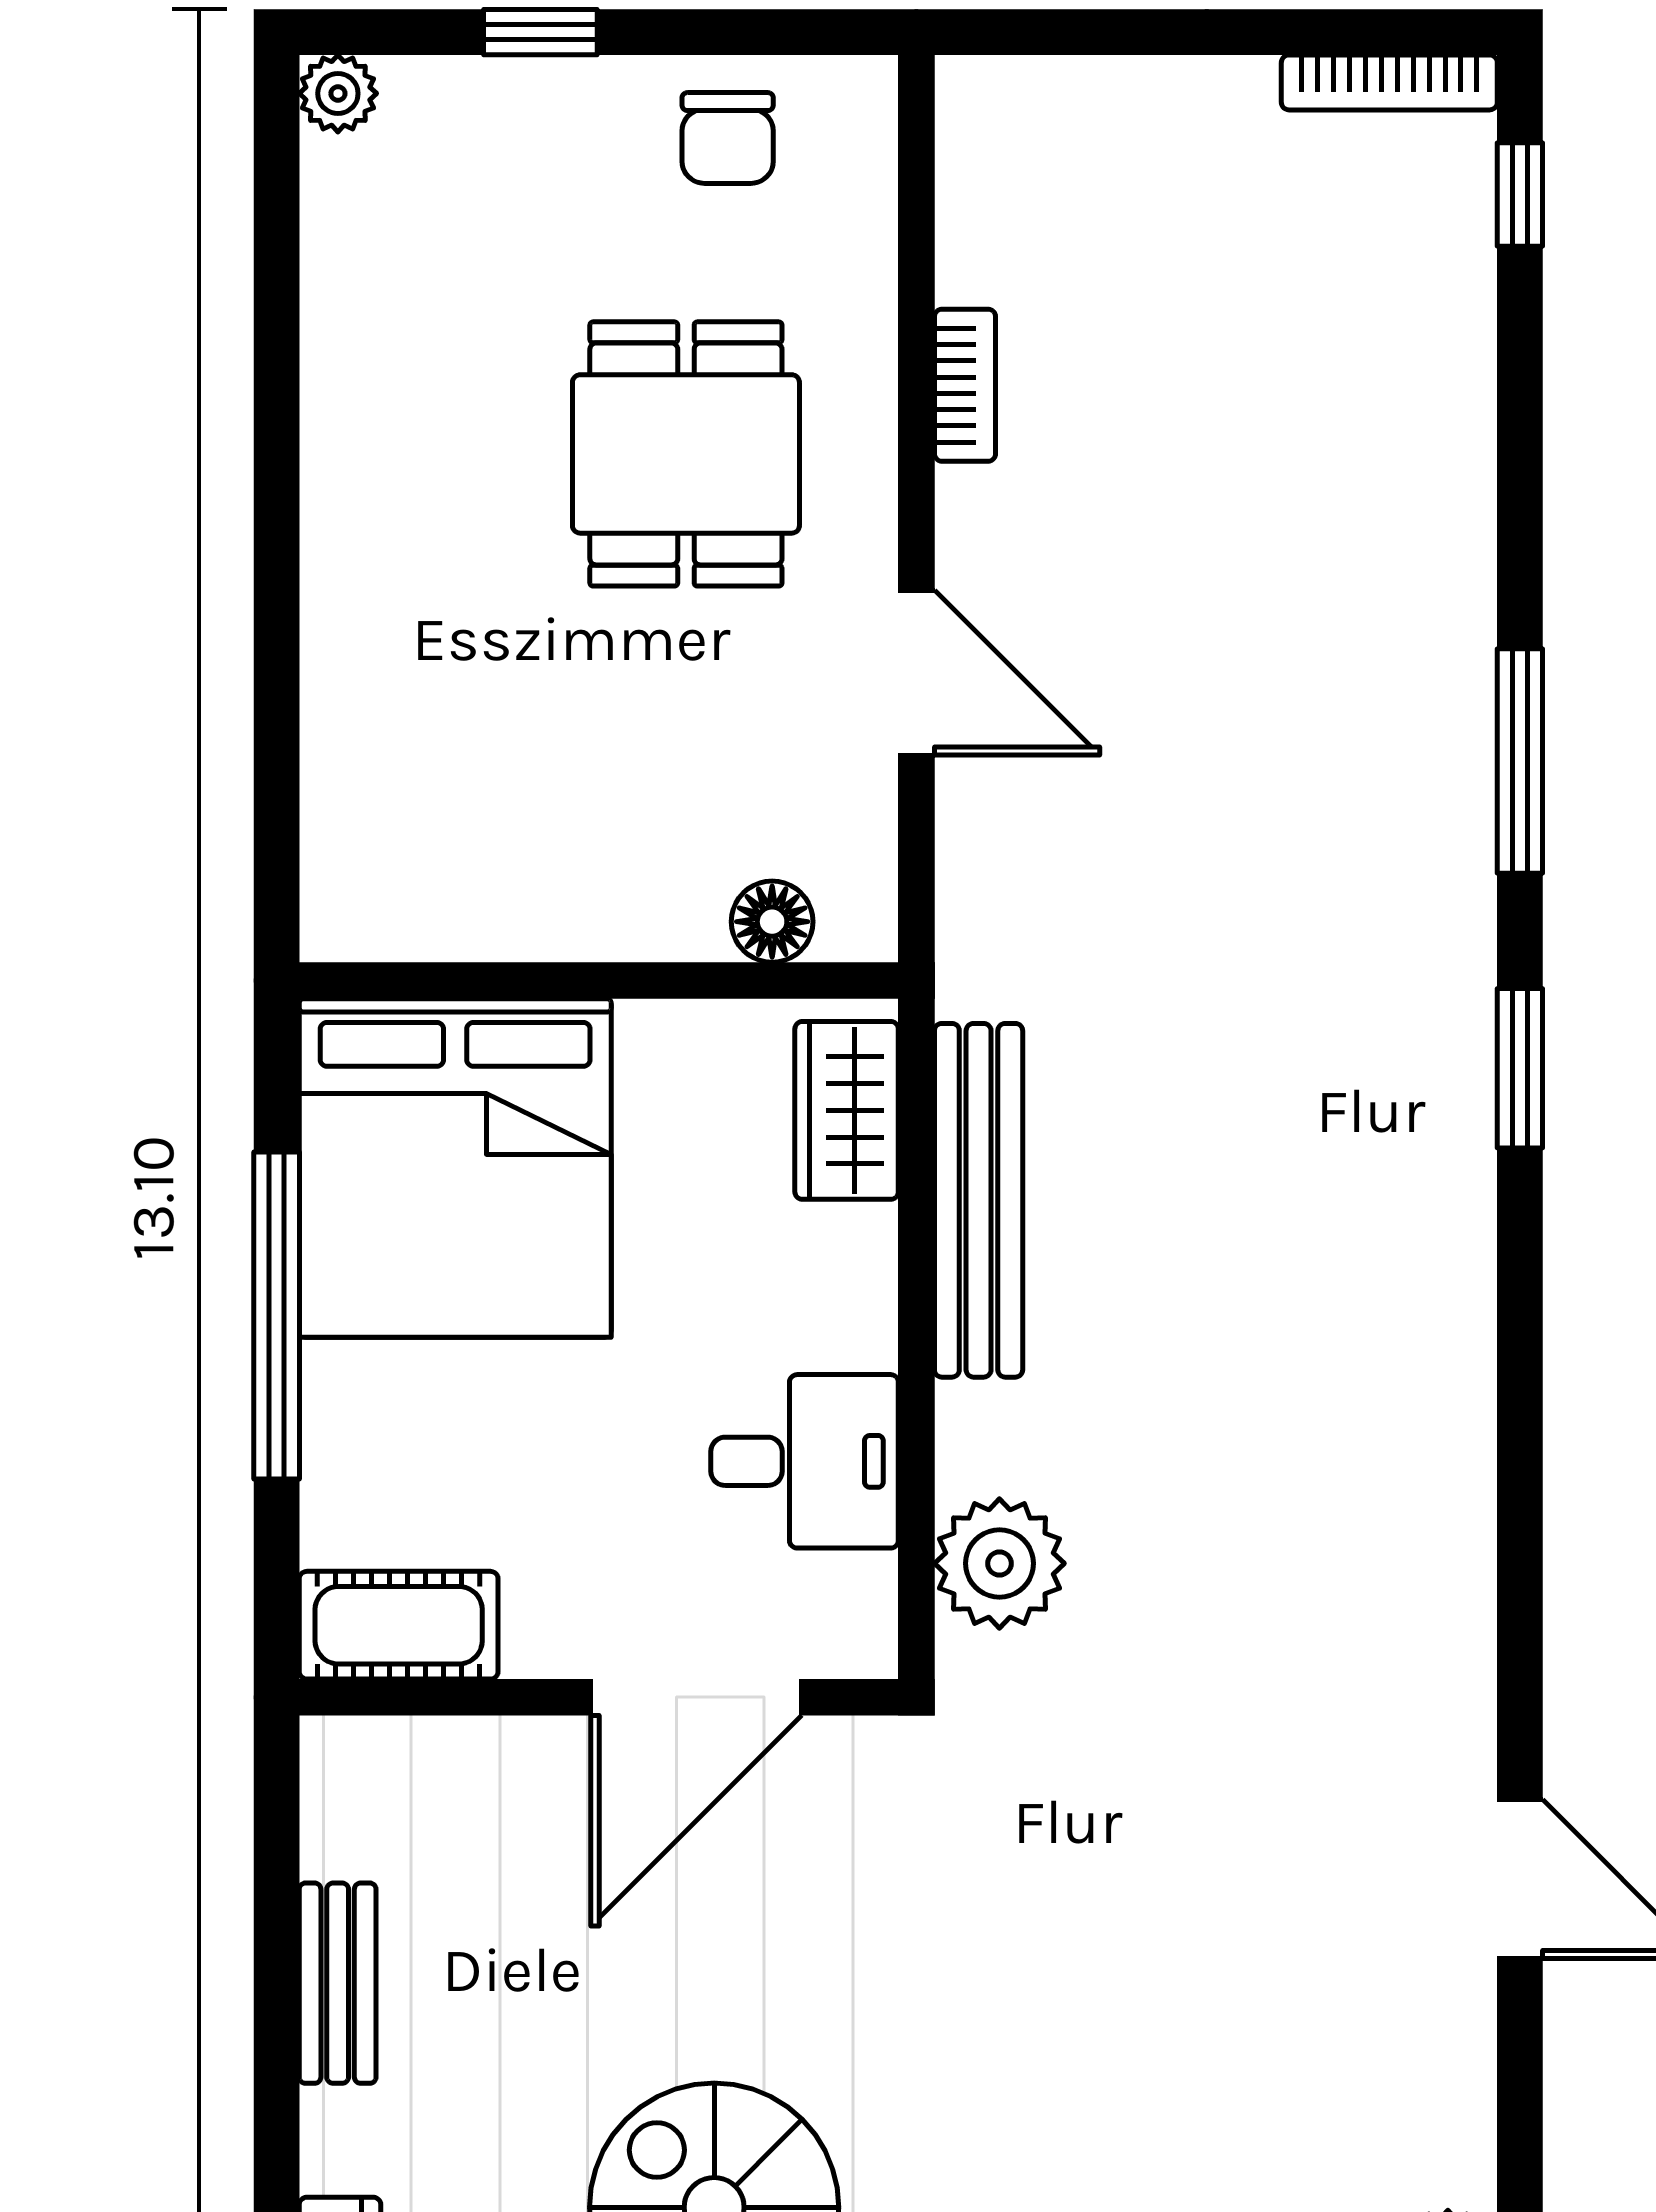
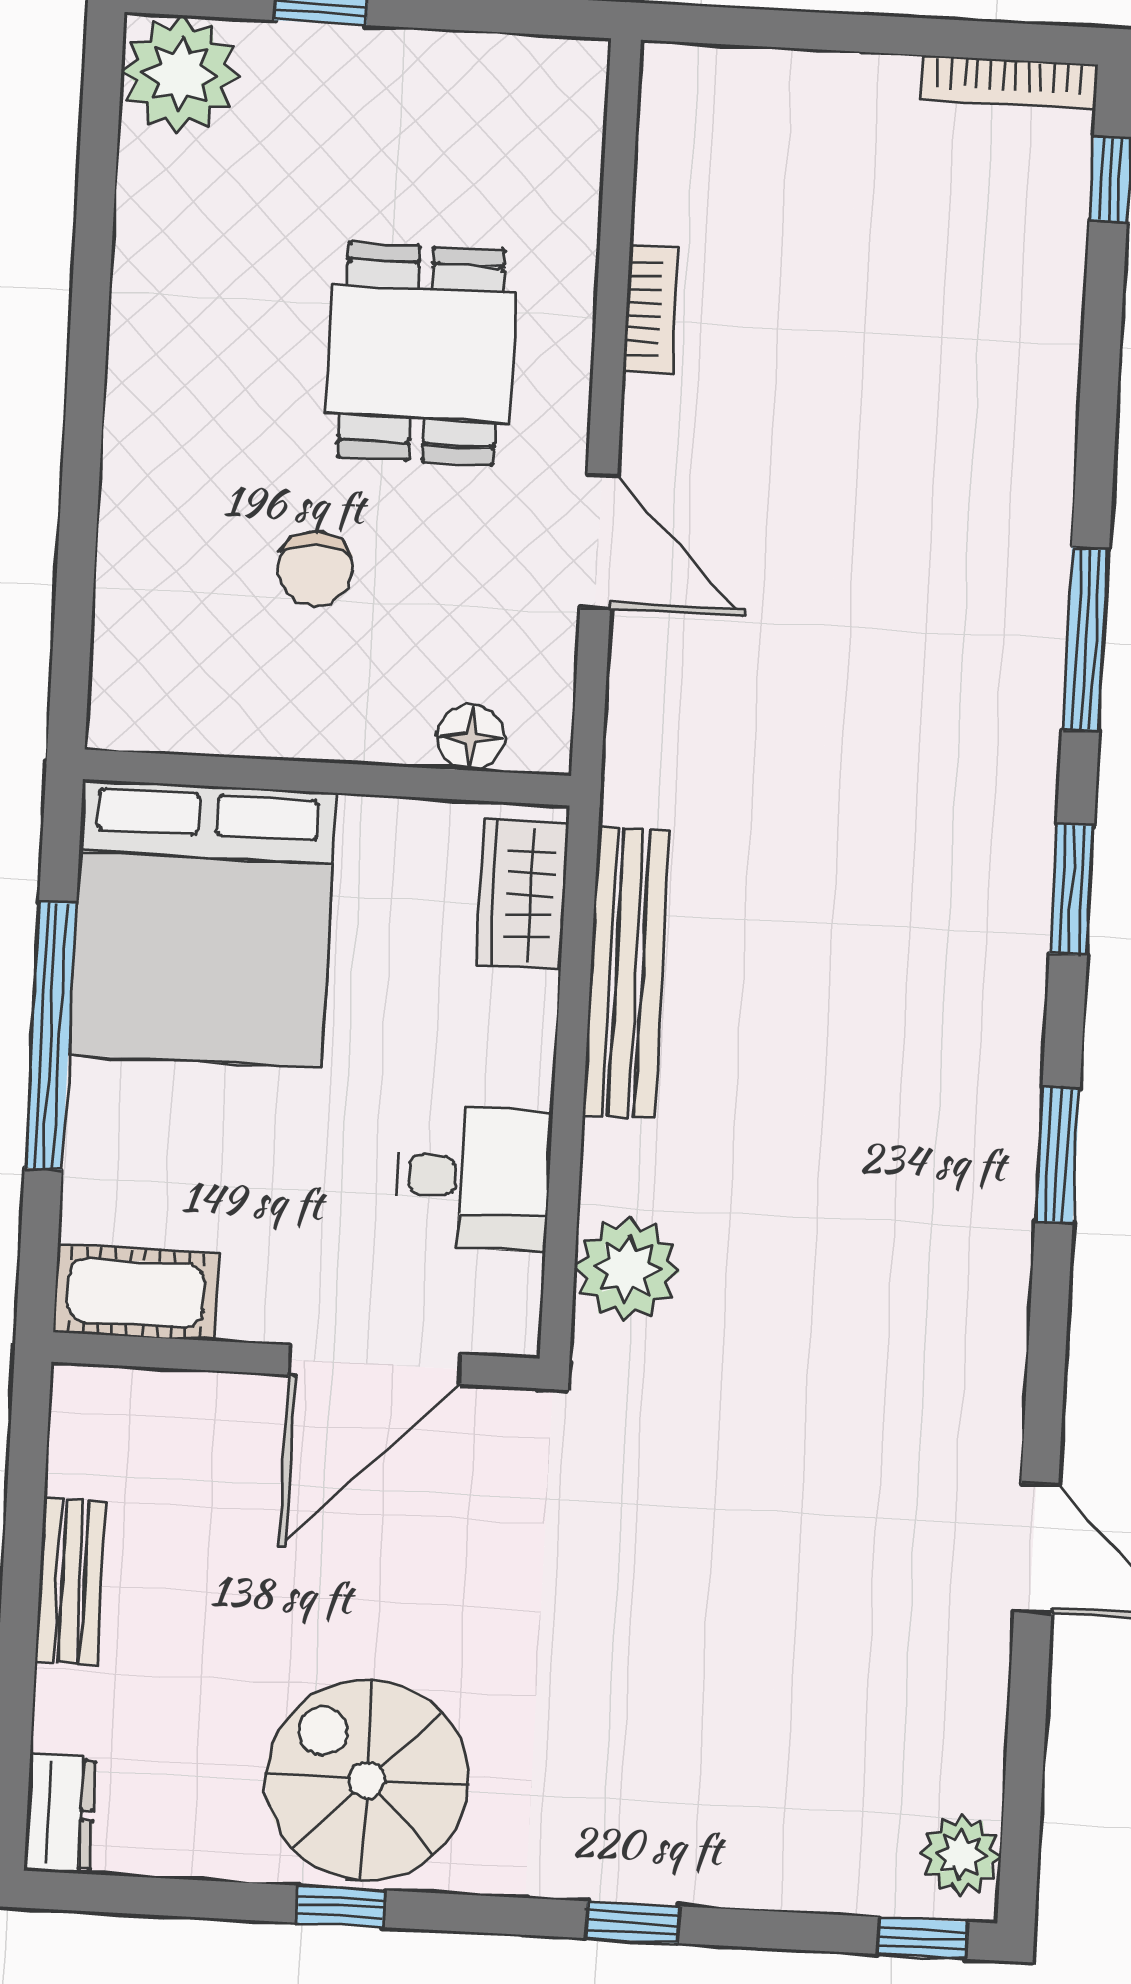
plant: (338, 93) -> (180, 74), width x1.88, depth x1.88
chair: (728, 138) -> (315, 569), moved
window: (1520, 1395) -> (1058, 1155), added

